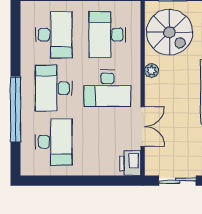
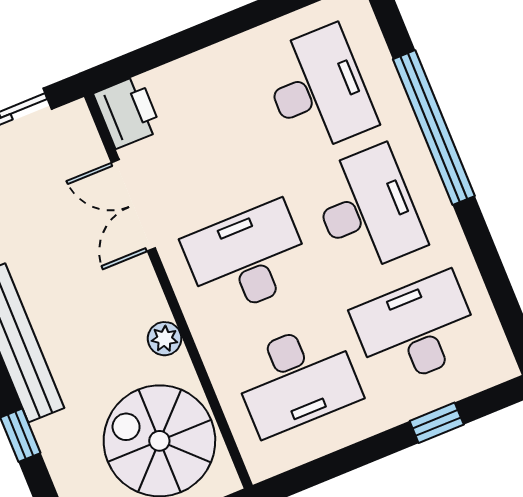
desk: (54, 35) -> (416, 330), turned 90
desk: (107, 35) -> (296, 379), turned 90
desk: (54, 142) -> (318, 90), turned 180

